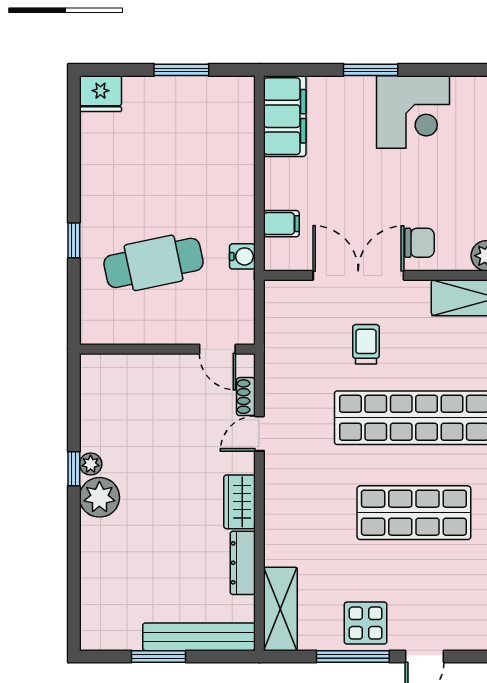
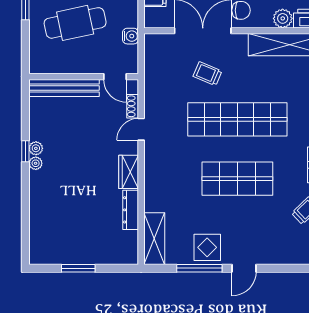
water cooler: (242, 256) -> (131, 36), moved
trolley: (366, 344) -> (208, 74), turned -67
plant: (99, 497) -> (36, 163), width x0.53, depth x0.53
bench: (199, 637) -> (64, 88), moved

